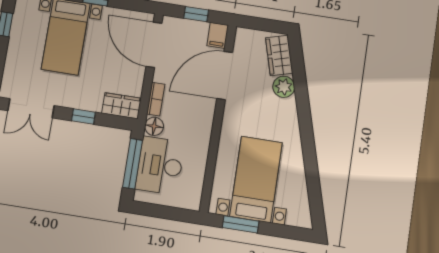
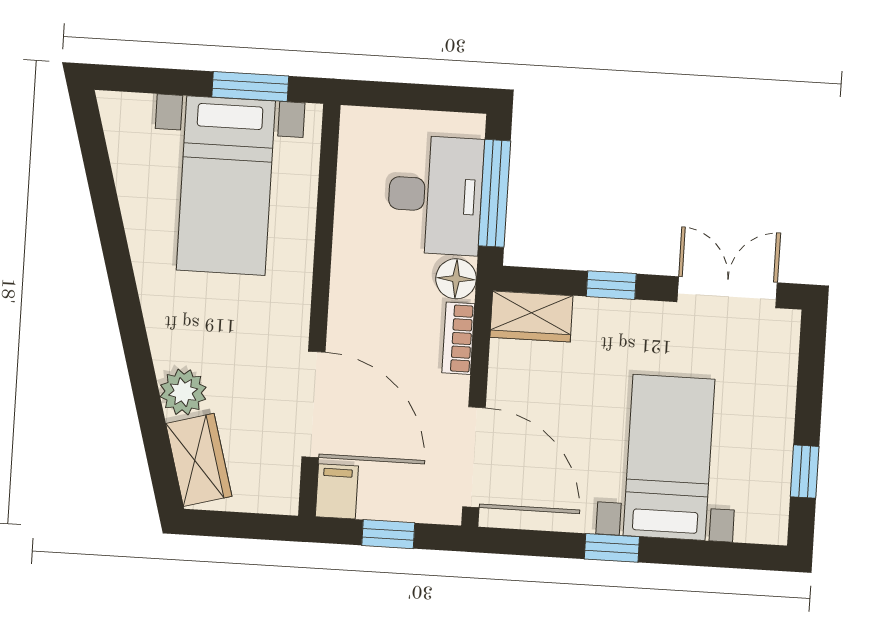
door: (225, 76) -> (314, 404), hinge flipped

